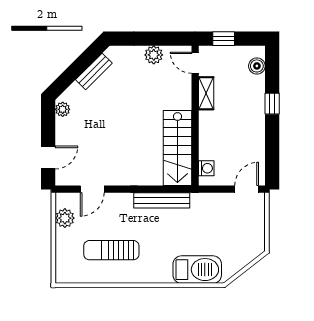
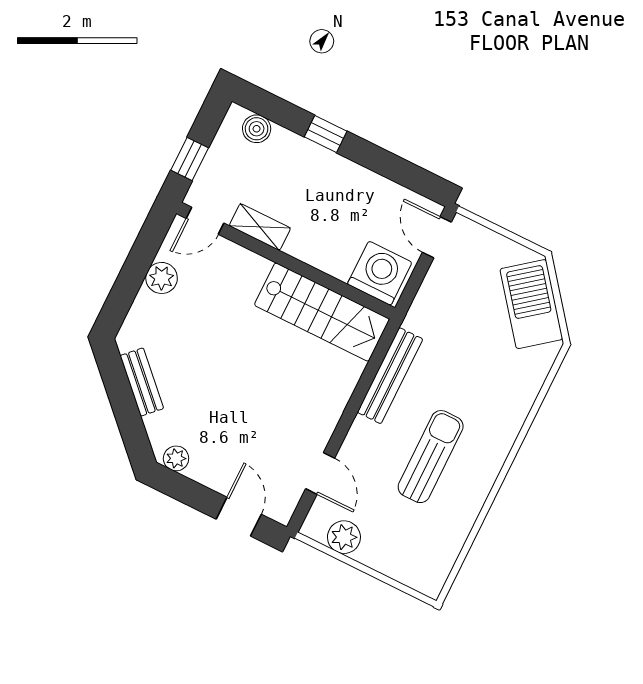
washing machine: (206, 168) -> (380, 273), width x1.89, depth x1.89
sun lounger: (111, 250) -> (431, 457), moved, turned 180
barbecue: (197, 270) -> (531, 304), moved, turned -38

